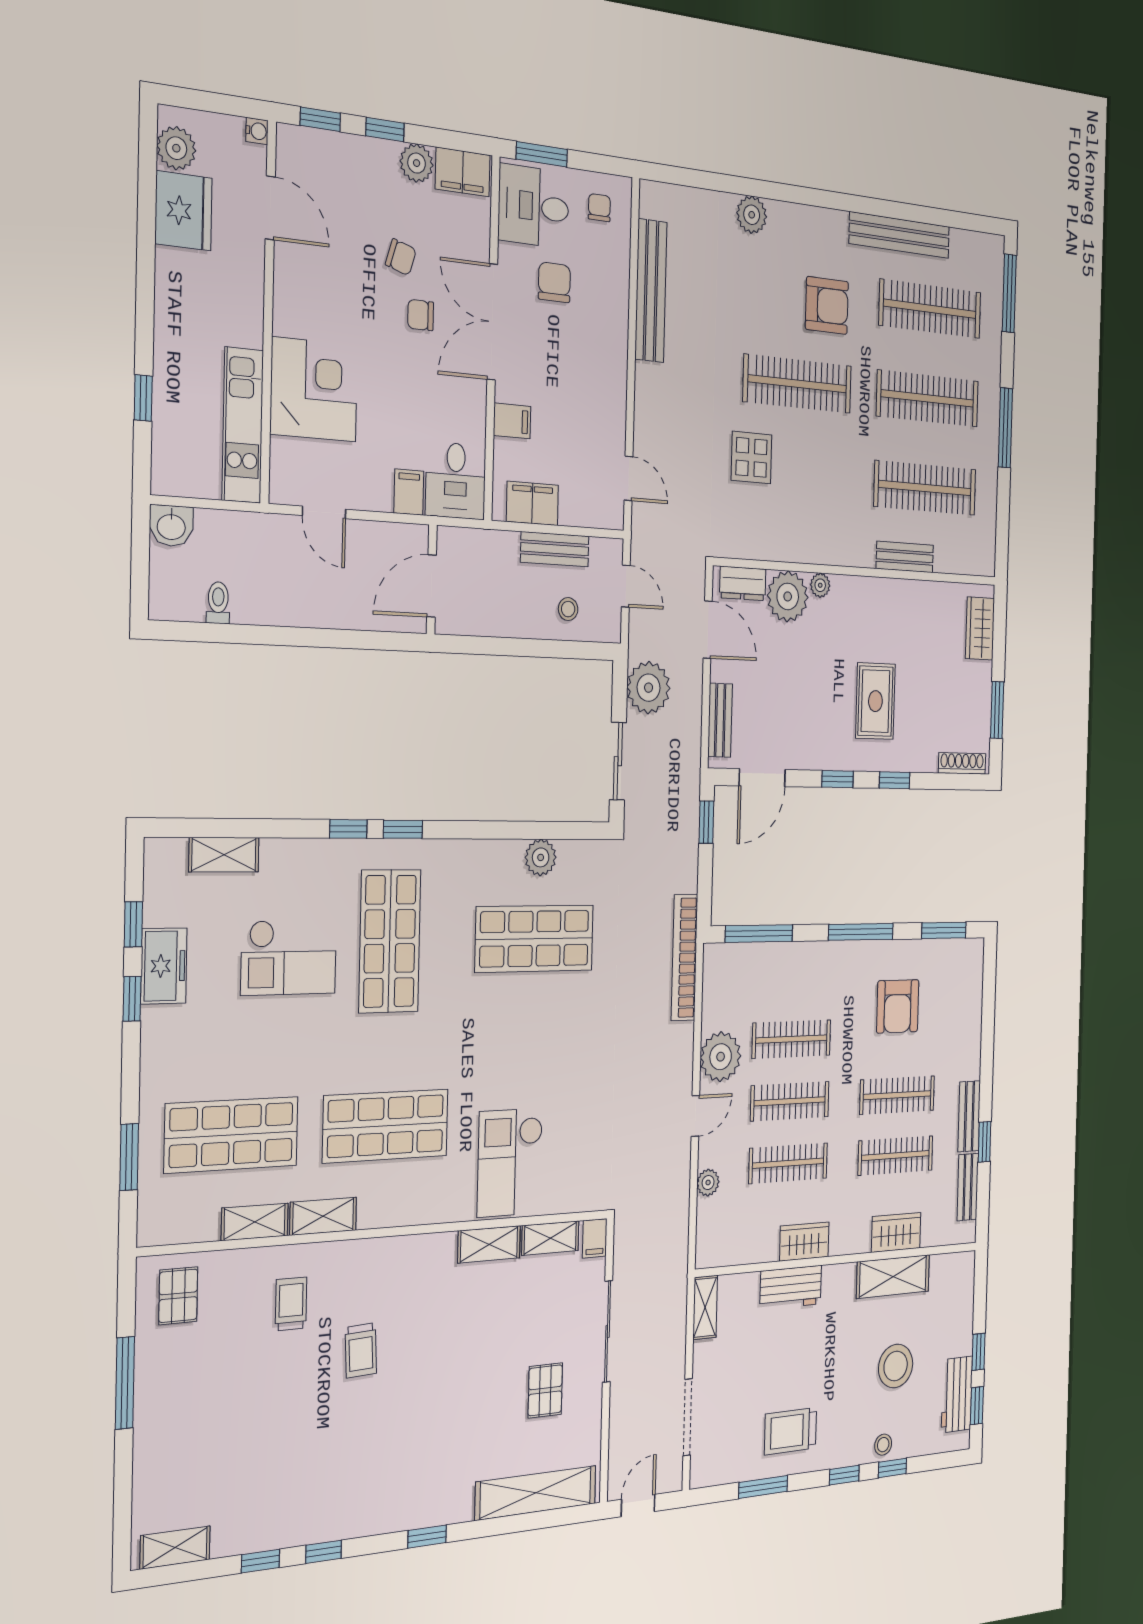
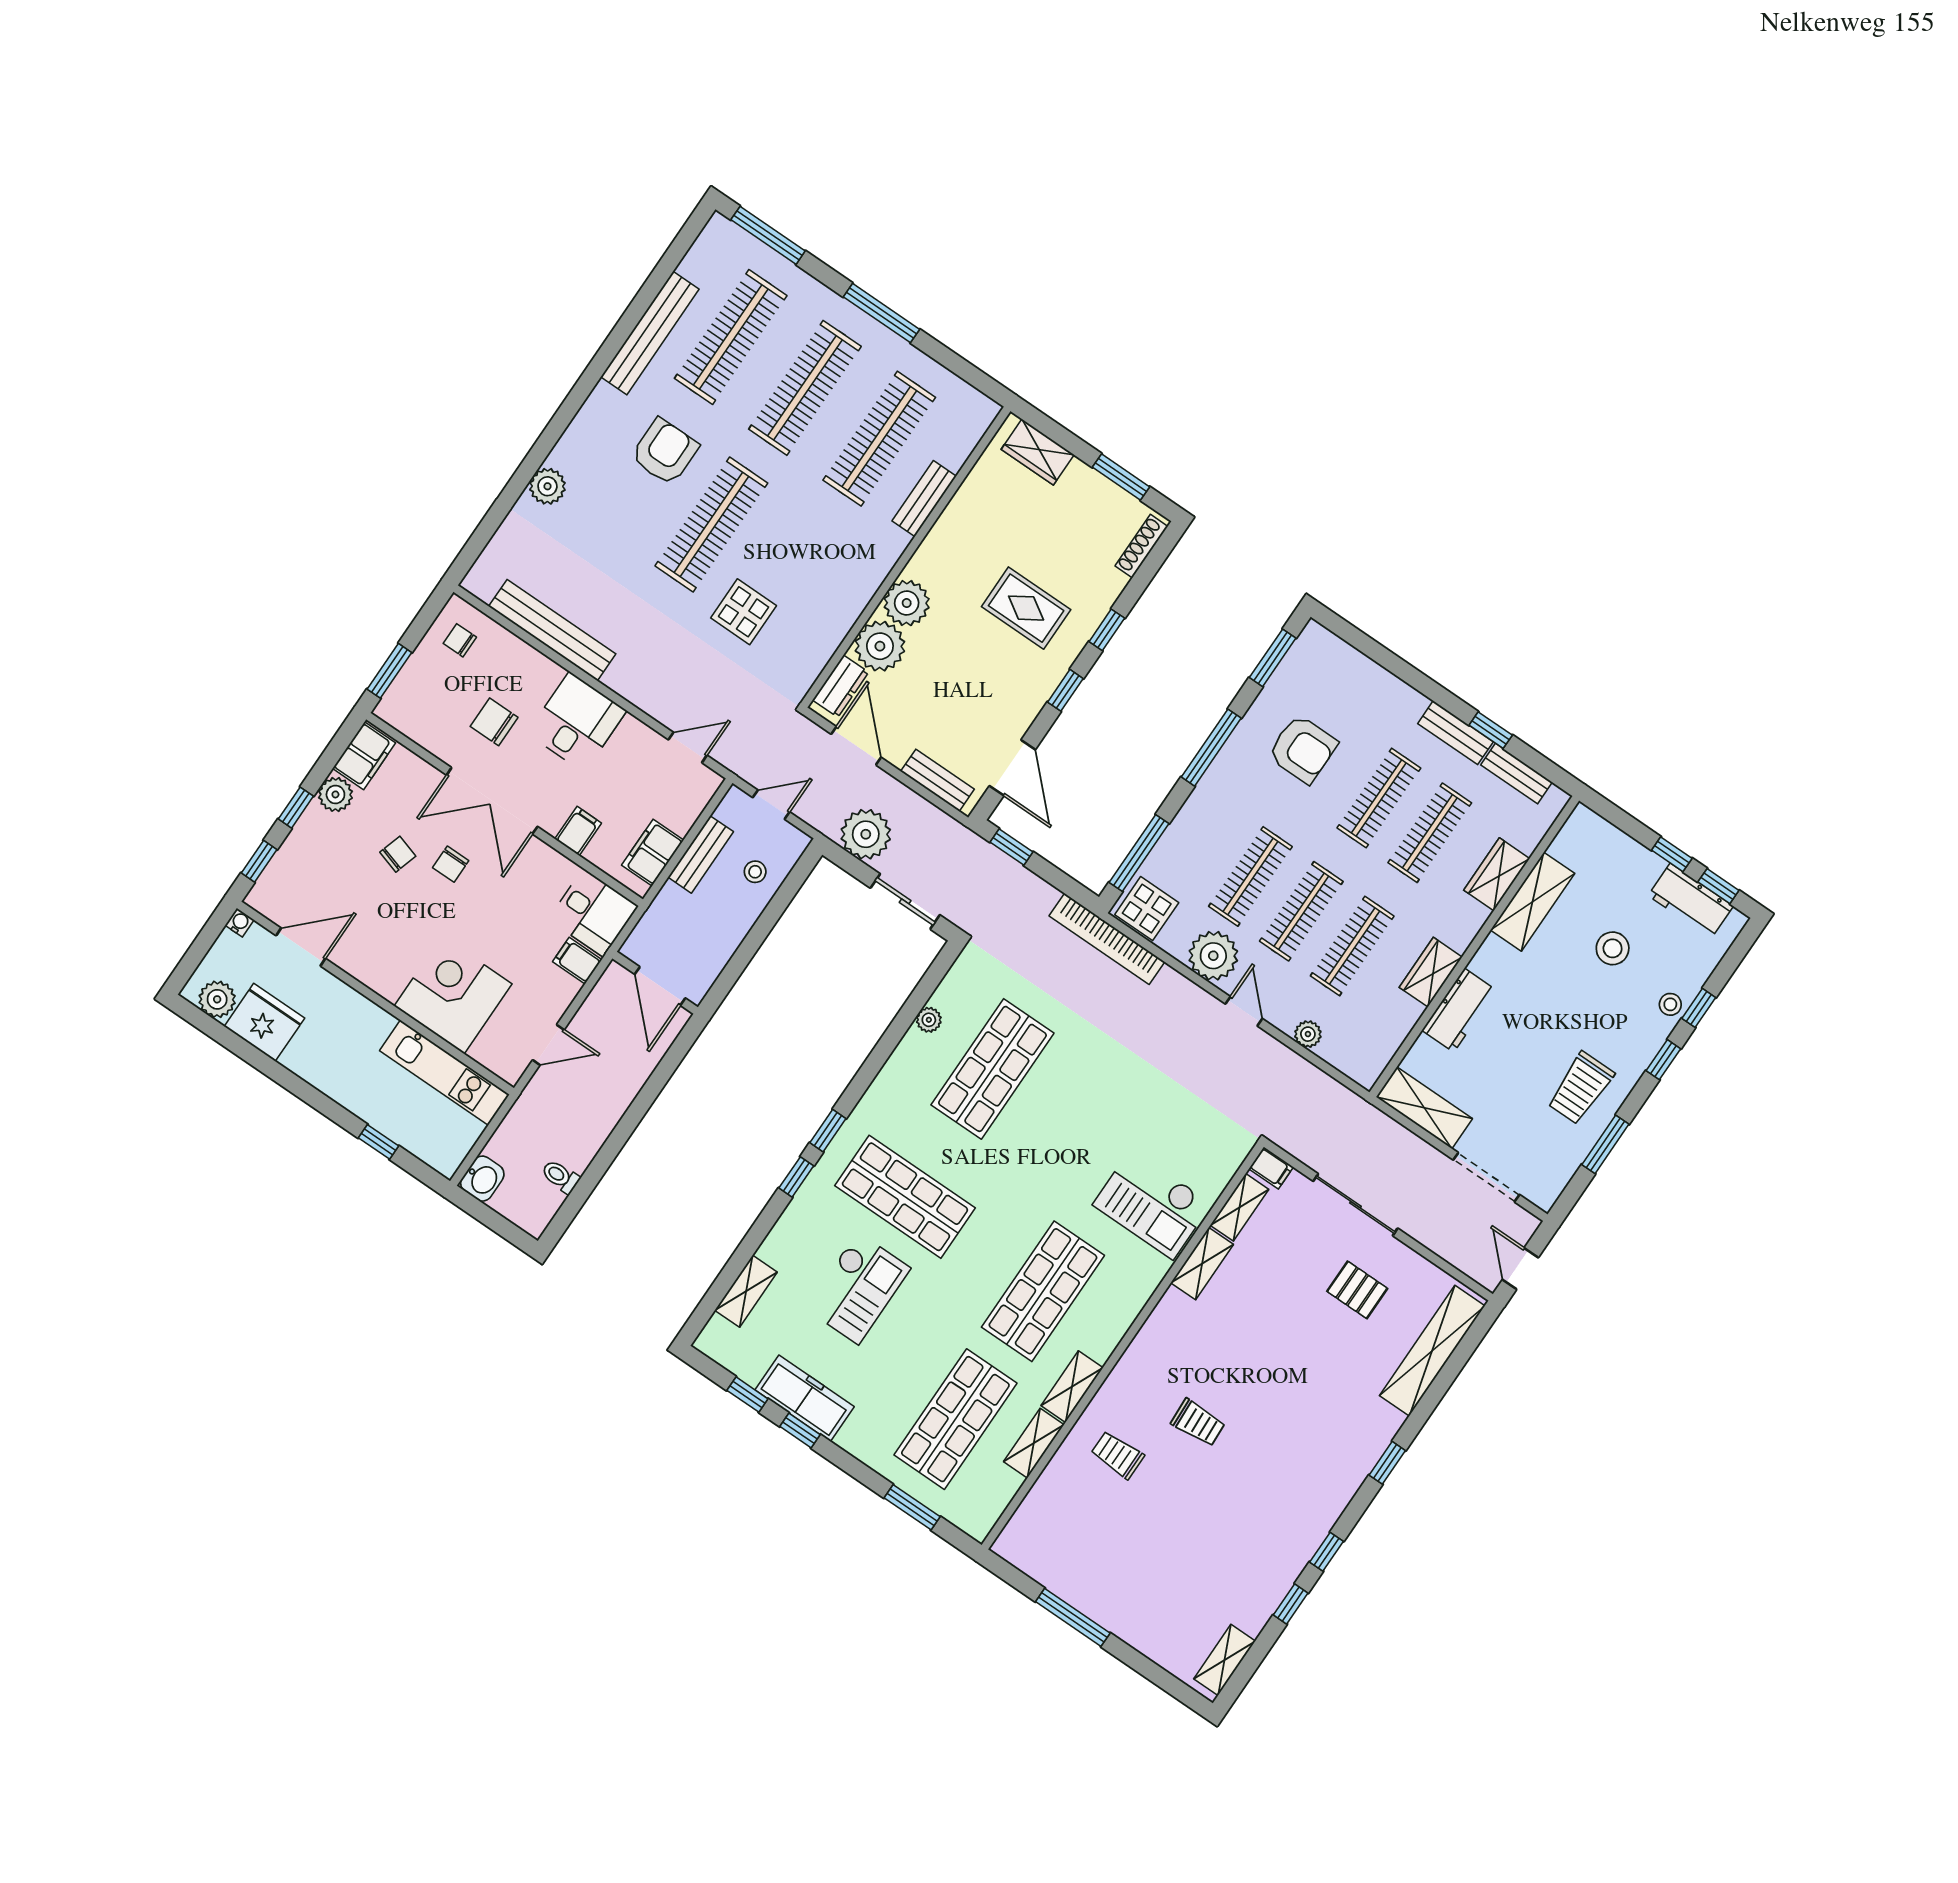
desk: (534, 206) -> (577, 722), moved, turned 180
plant: (820, 585) -> (907, 603), width x1.87, depth x1.87
door: (708, 630) -> (856, 746), hinge flipped
plant: (541, 857) -> (929, 1020), width x0.73, depth x0.73
freezer: (164, 966) -> (805, 1398), width x1.40
display table: (724, 973) -> (1147, 909), added
pallet: (178, 1296) -> (1042, 1537), removed
shelving: (705, 1307) -> (1424, 1108), width x1.50, depth x1.33
stool: (896, 1366) -> (1613, 948), width x0.73, depth x0.73

